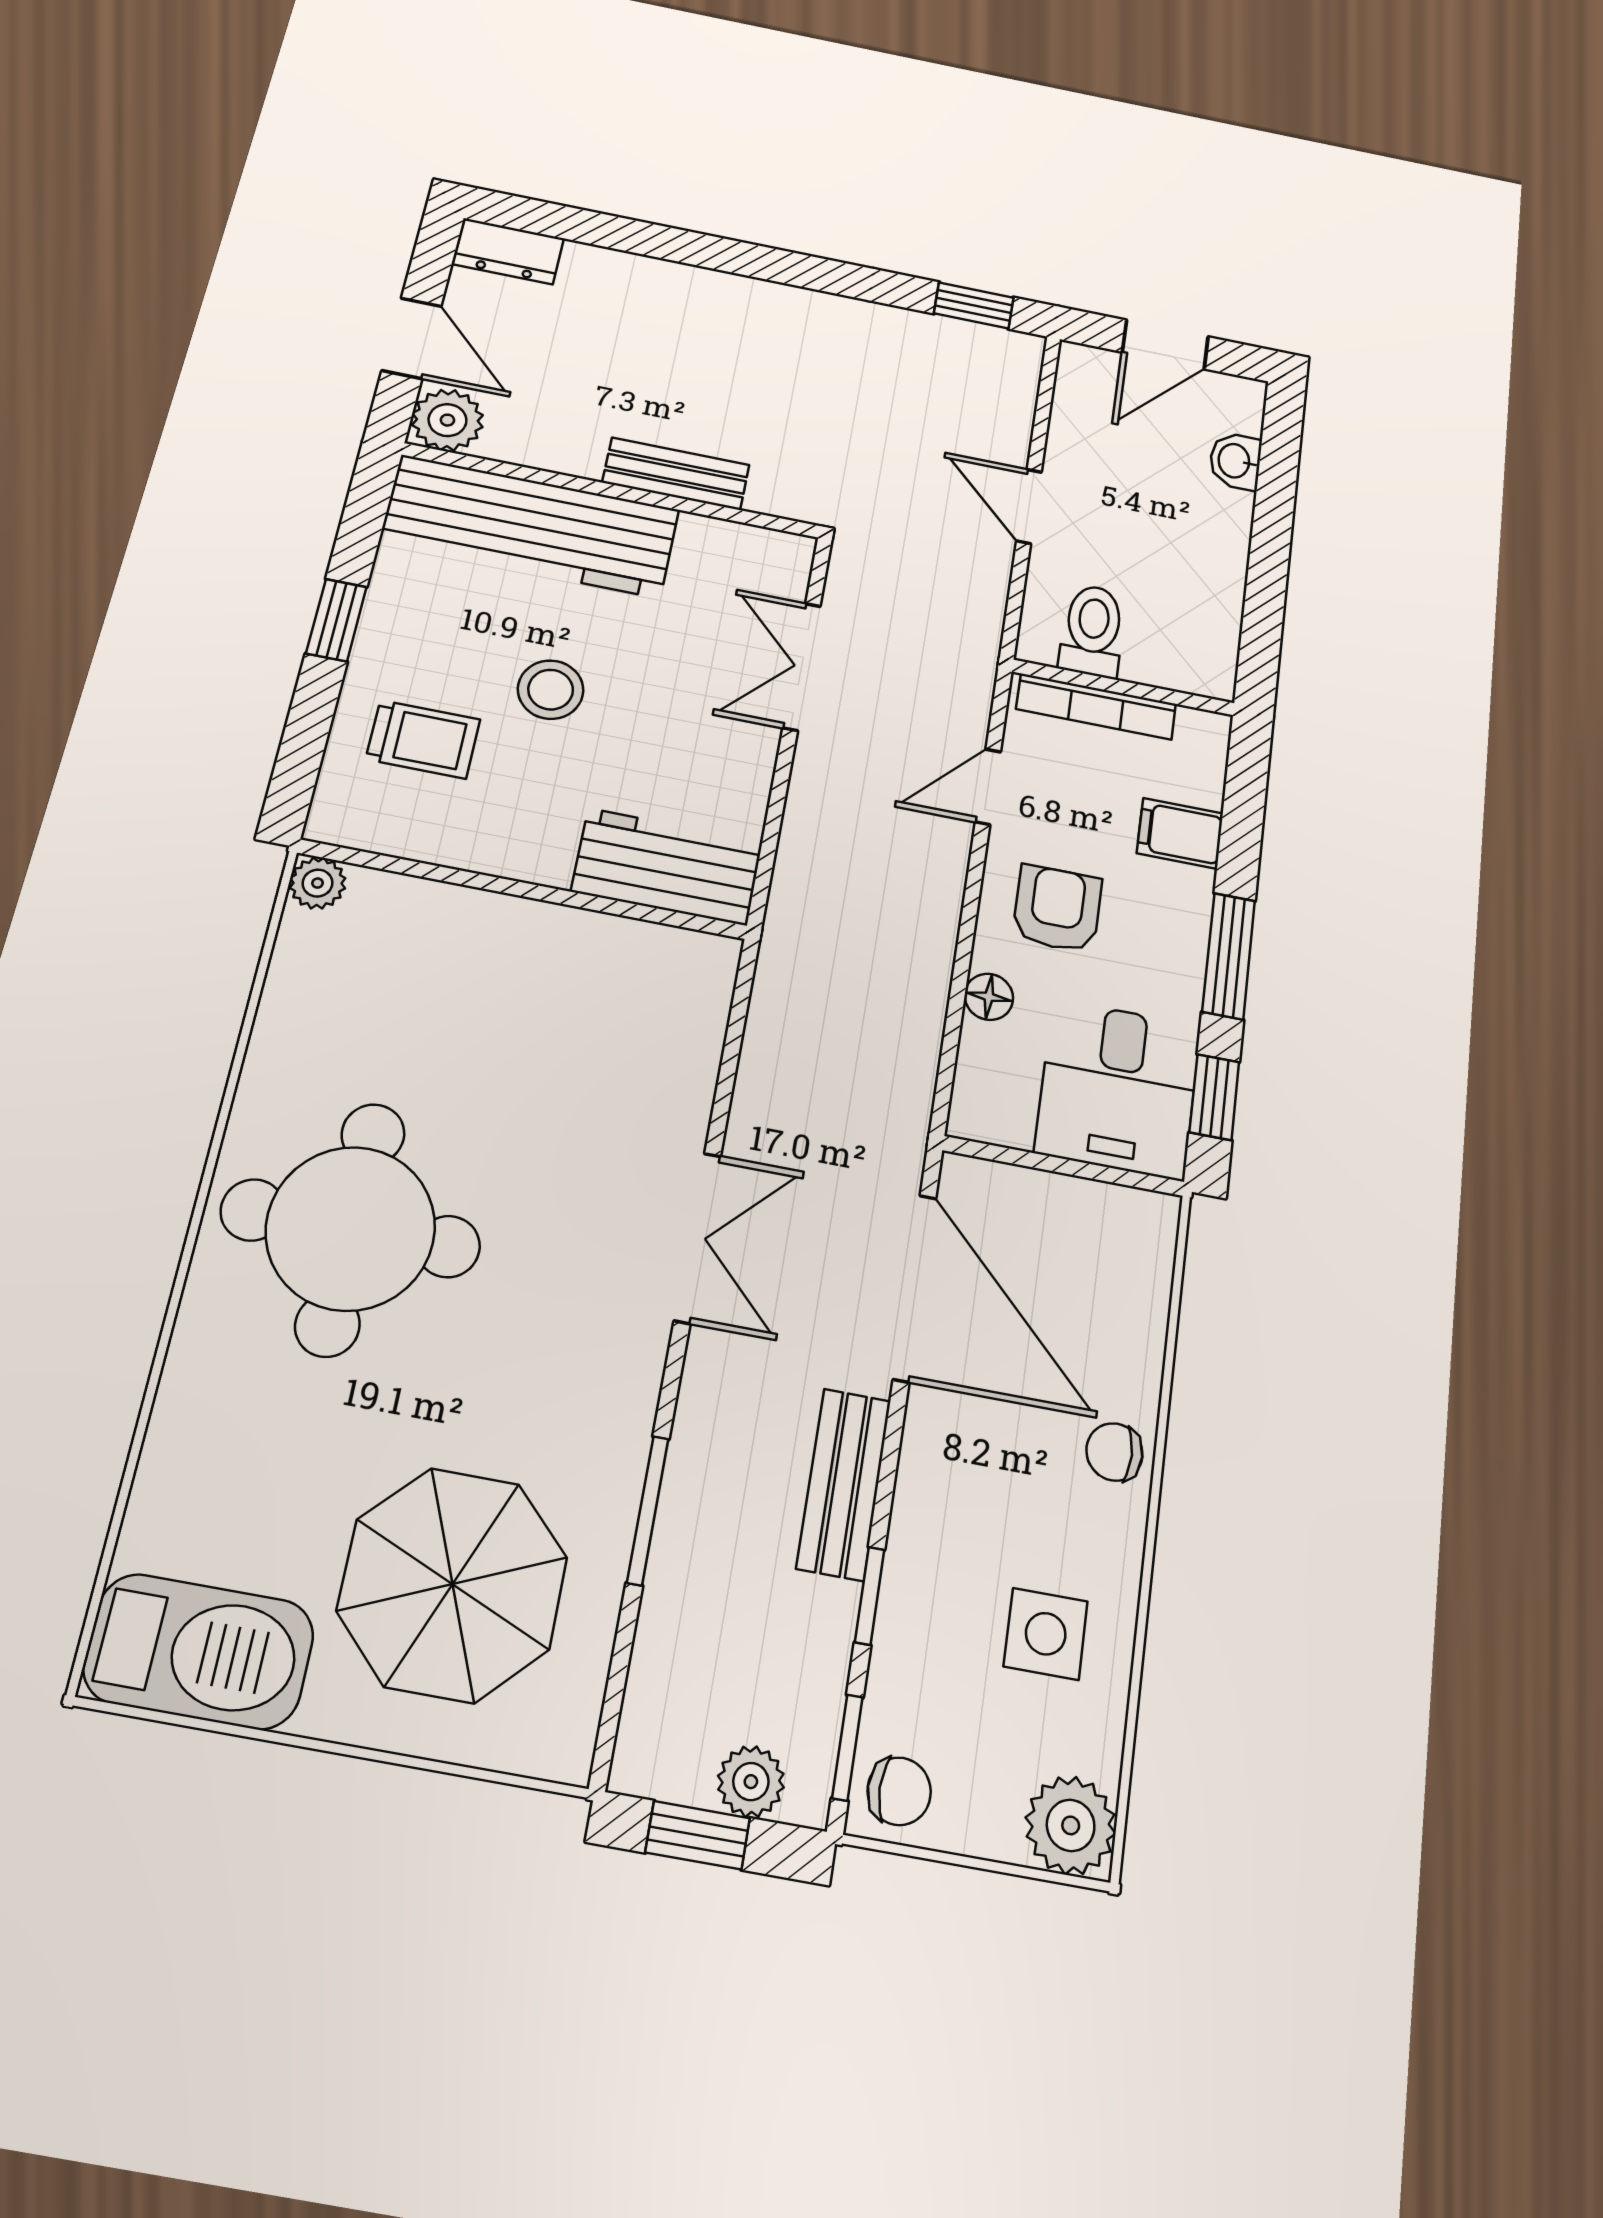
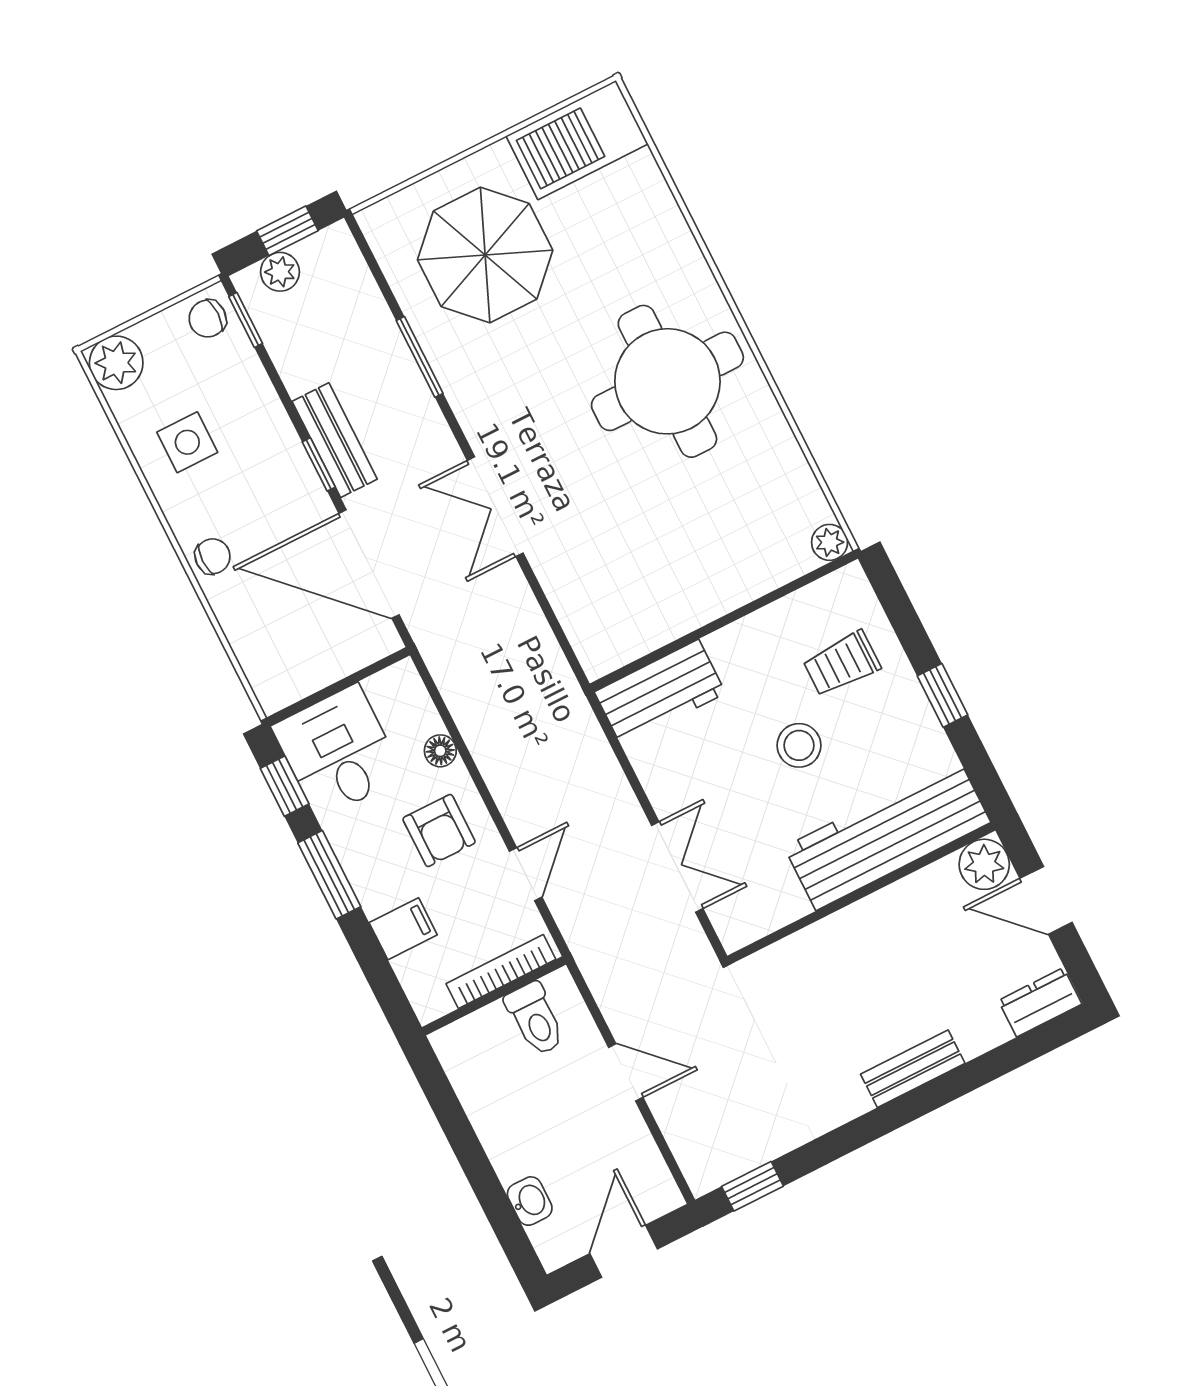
bench: (676, 474) -> (913, 1069), moved
window: (870, 1596) -> (319, 464), moved

